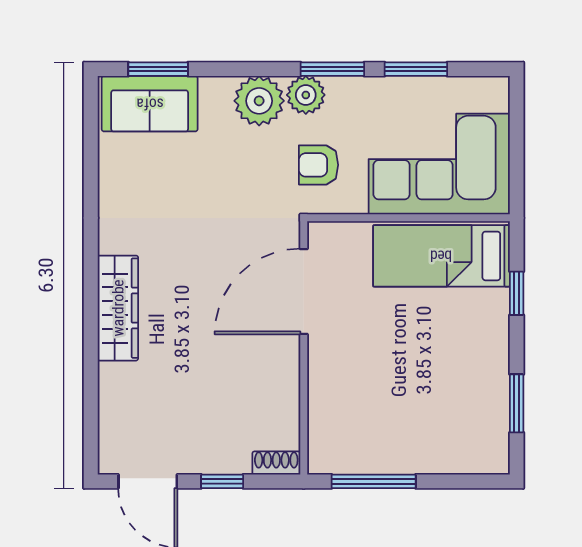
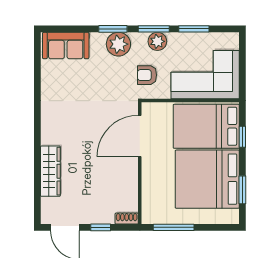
window: (158, 69) -> (113, 29), moved
plant: (306, 95) -> (157, 41), moved
bed: (441, 256) -> (206, 126), width x1.50
wardrobe: (118, 308) -> (50, 171), moved
bed: (444, 381) -> (207, 179), added

